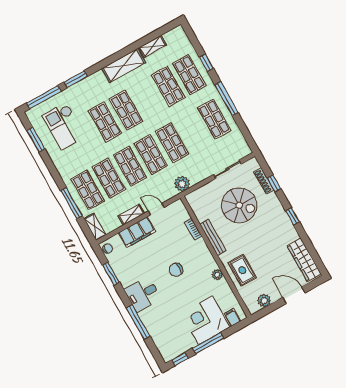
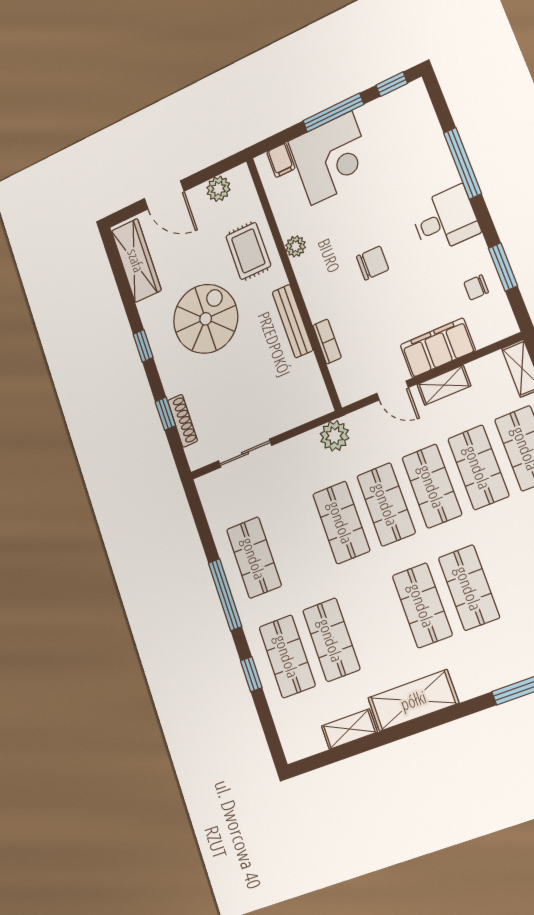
spiral stairs: (239, 205) -> (206, 319), moved, turned 90
chair: (108, 248) -> (476, 287), moved

